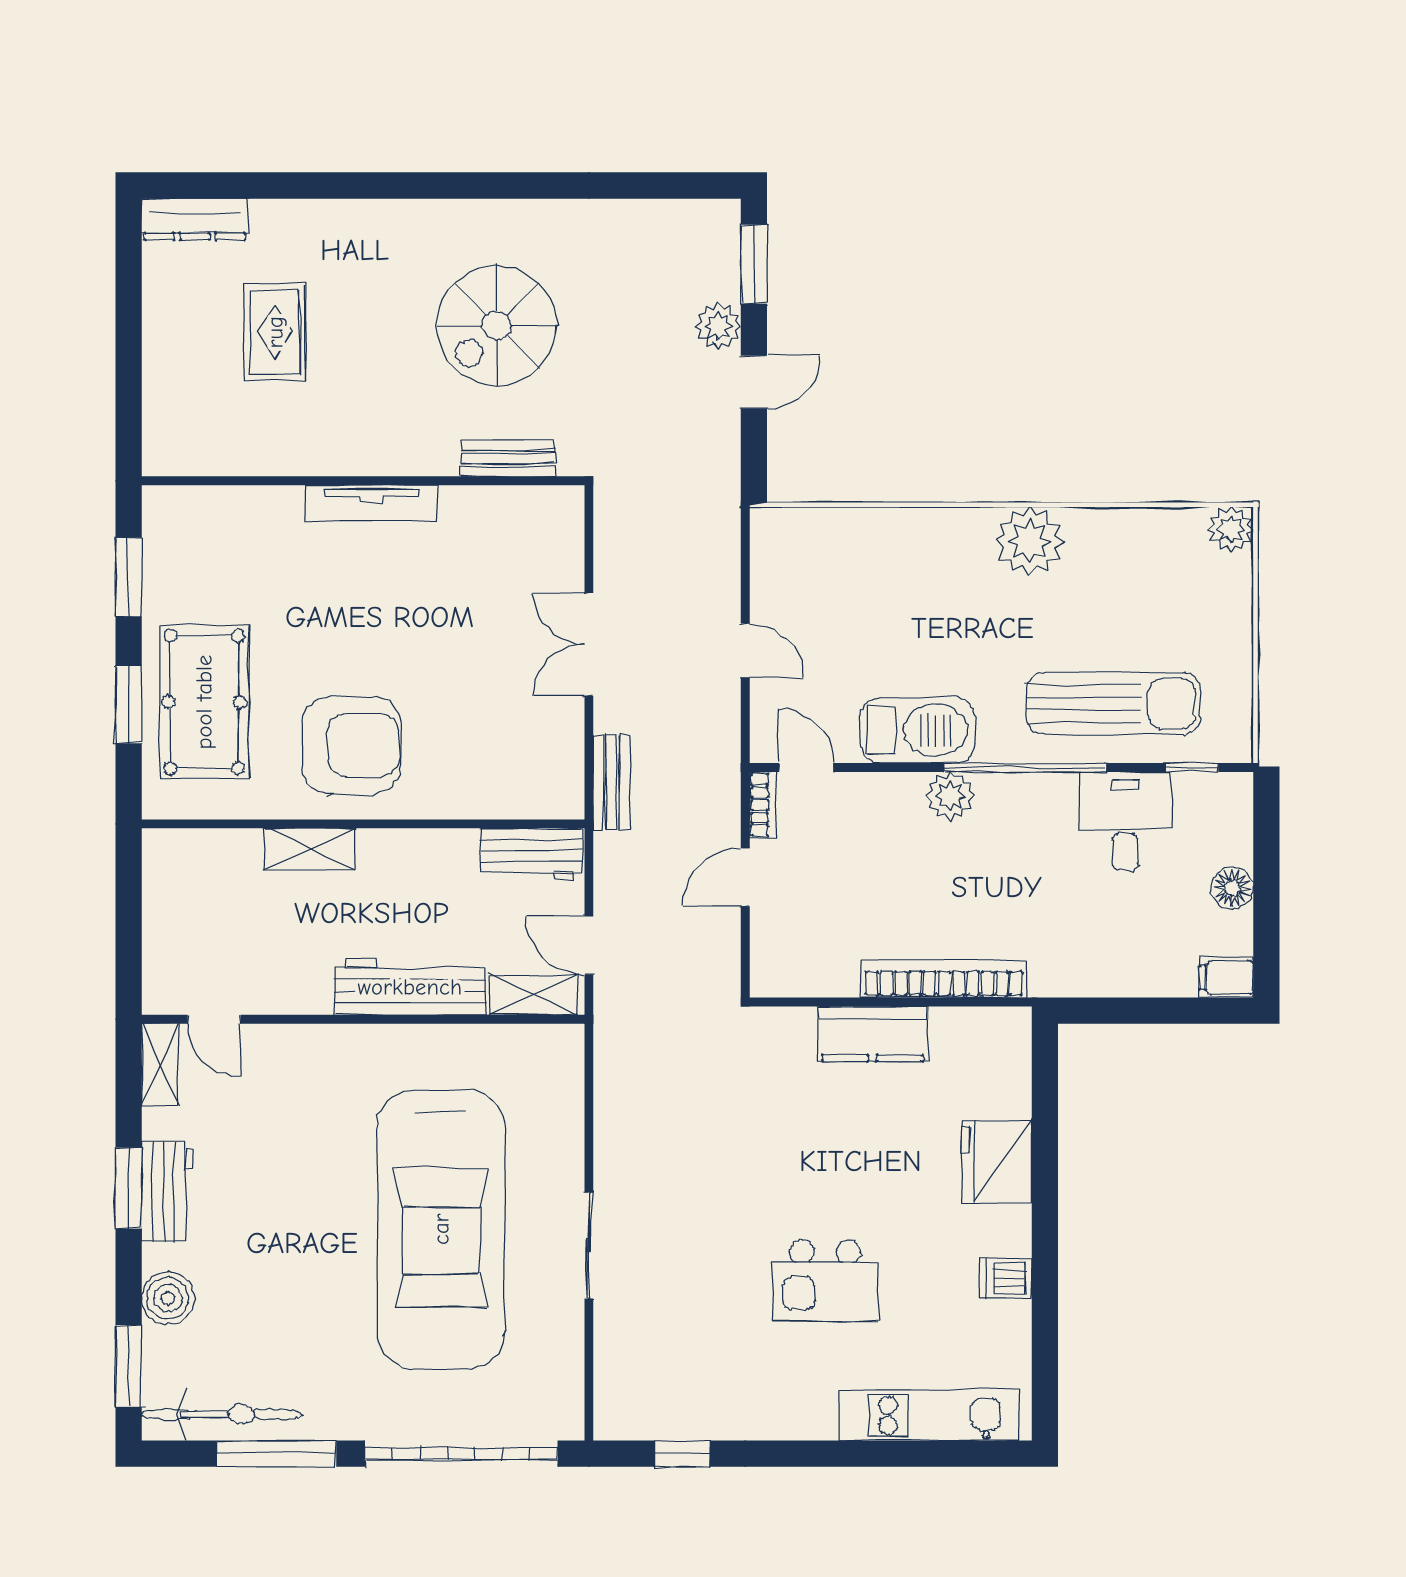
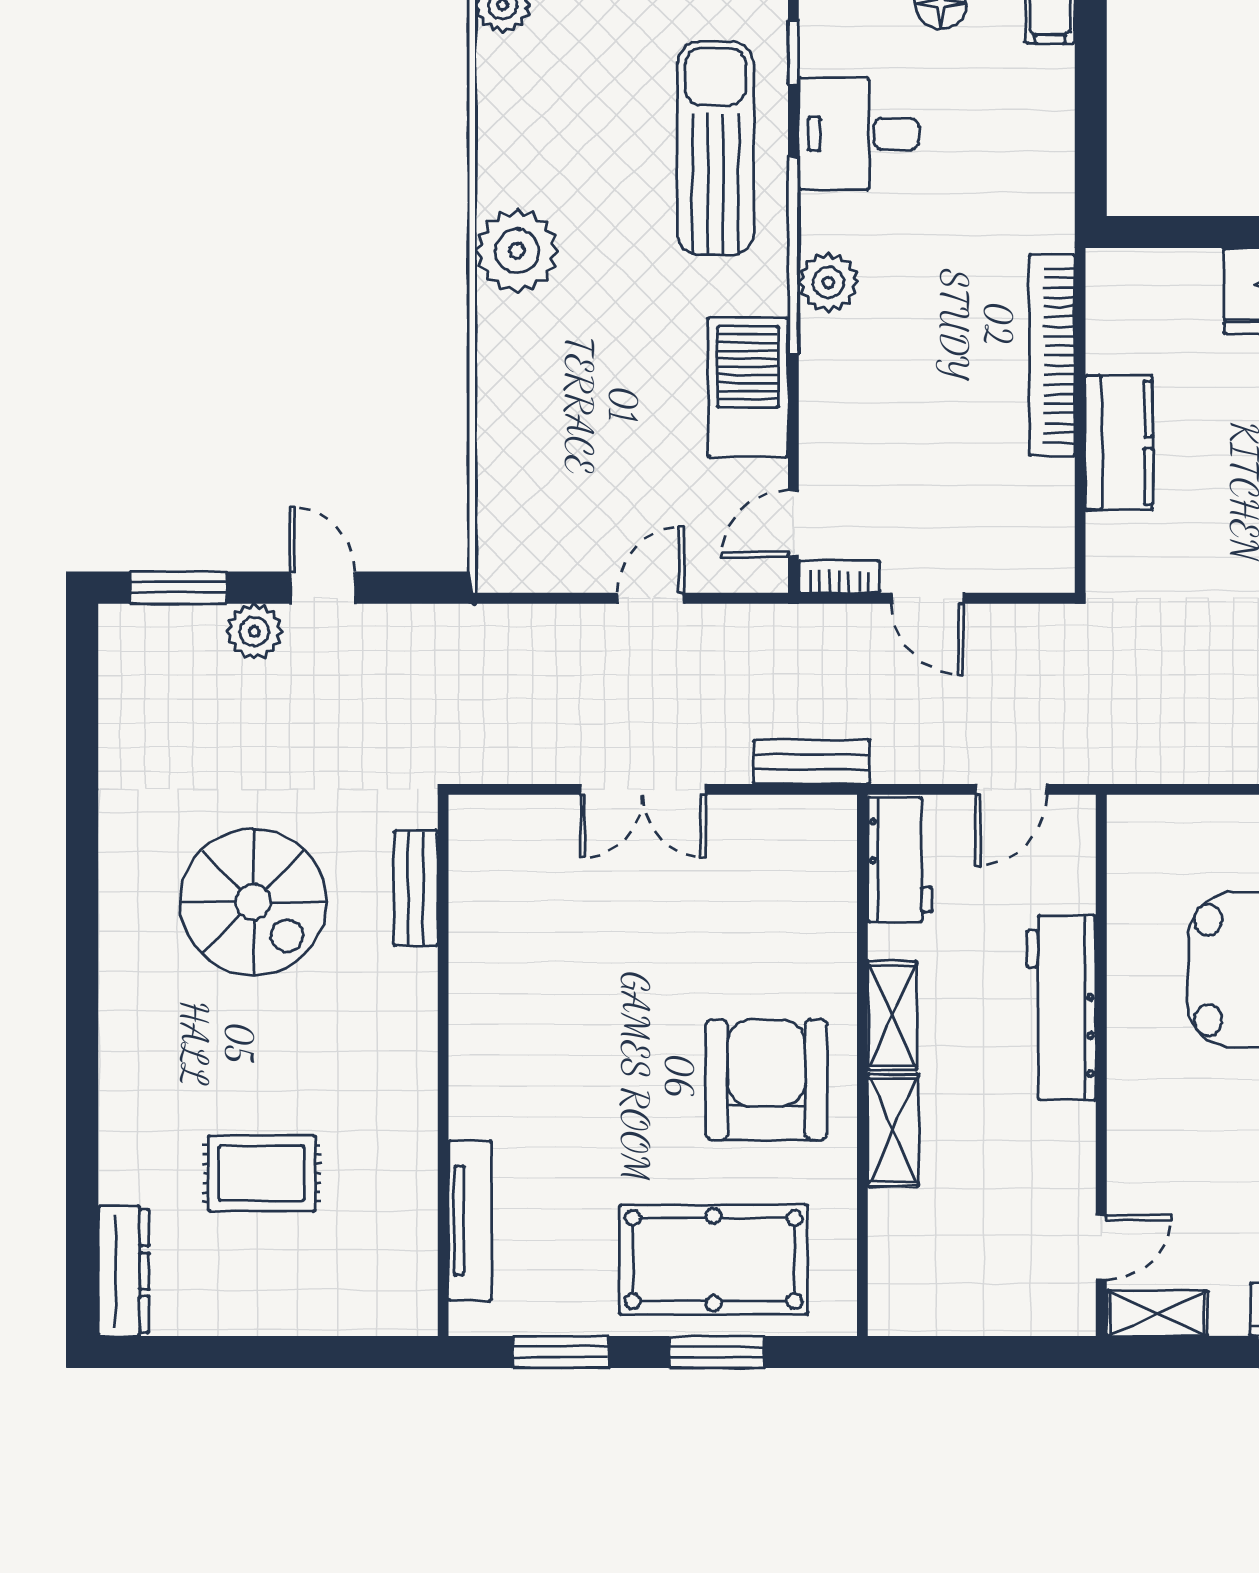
tv unit: (372, 503) -> (470, 1221), moved
plant: (950, 796) -> (828, 283), moved
shelving: (534, 995) -> (892, 1015), moved

